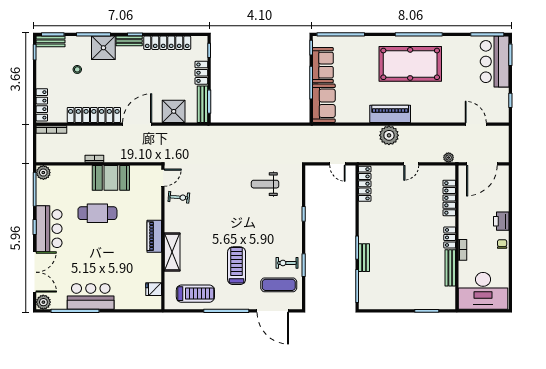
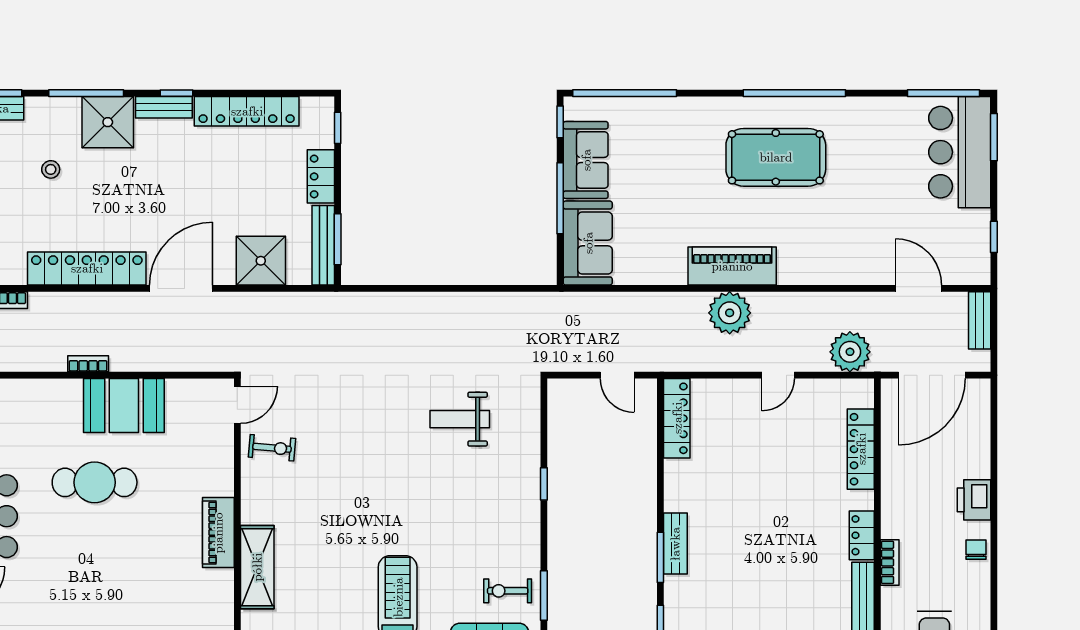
pool table: (410, 64) -> (776, 157), width x0.73, depth x0.76
bench: (504, 139) -> (980, 320), added
plant: (449, 158) -> (850, 352), width x1.88, depth x1.88
bench: (364, 258) -> (675, 544), moved

